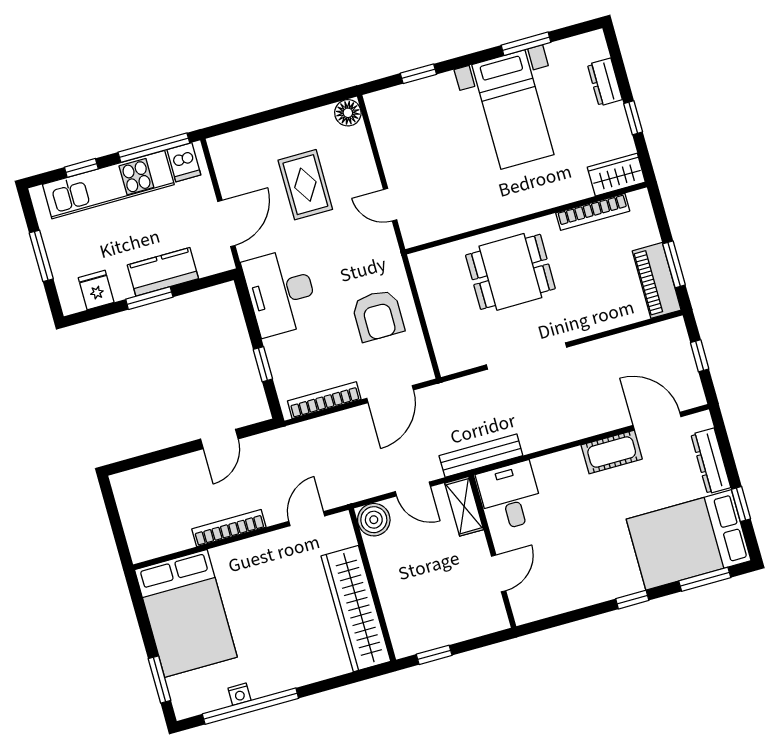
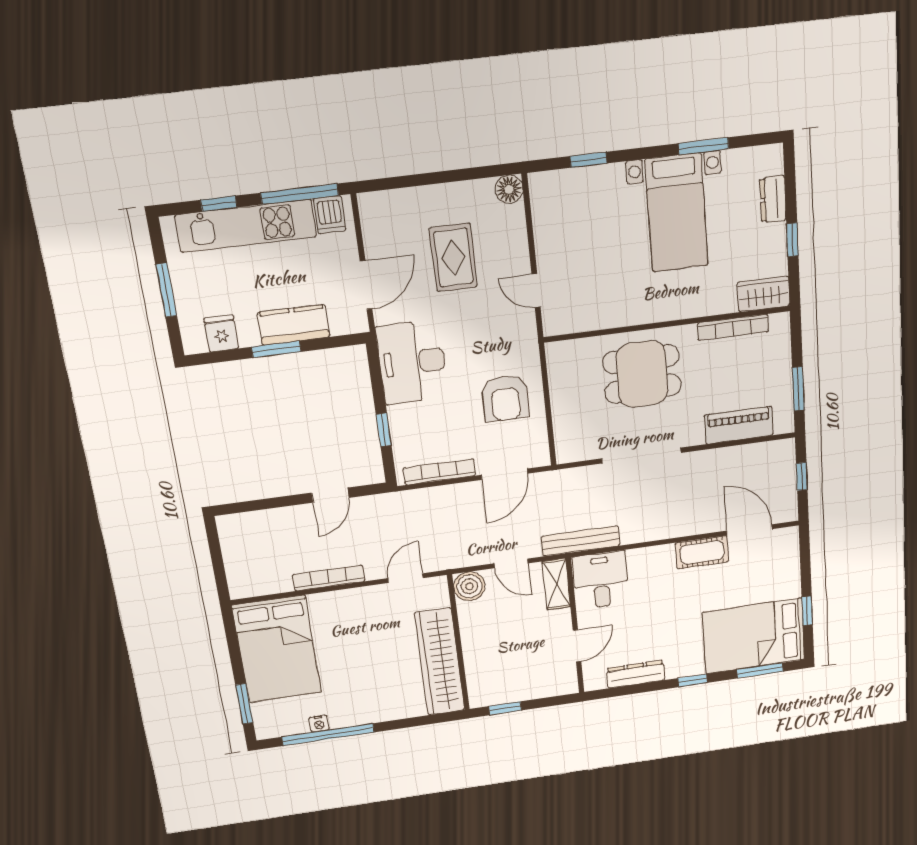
piano: (657, 280) -> (739, 425), moved, turned 90
dresser: (711, 461) -> (636, 674), moved, turned 90

